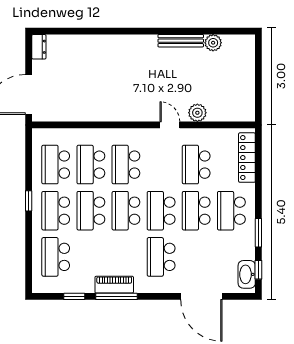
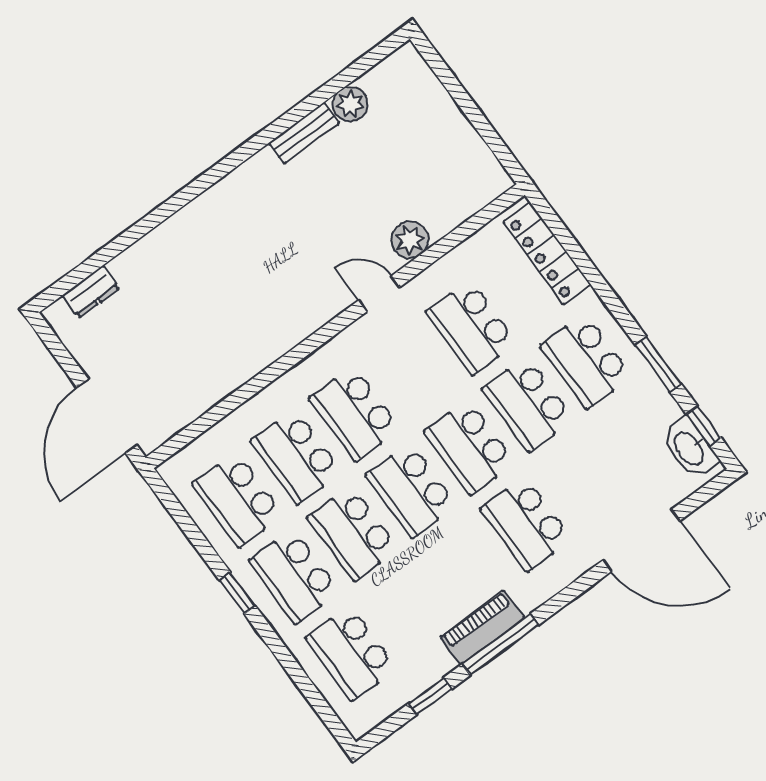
bench: (181, 41) -> (304, 133), width x0.73
dresser: (39, 47) -> (91, 292), moved, turned 90

